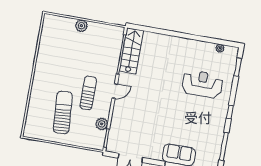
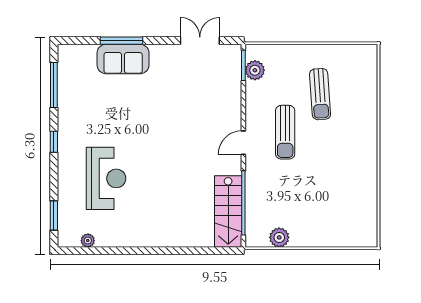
plant: (81, 26) -> (279, 237), moved
reception desk: (202, 84) -> (106, 178), turned -90
sun lounger: (63, 112) -> (320, 94), width x0.73, depth x0.75
plant: (102, 124) -> (255, 70), moved

